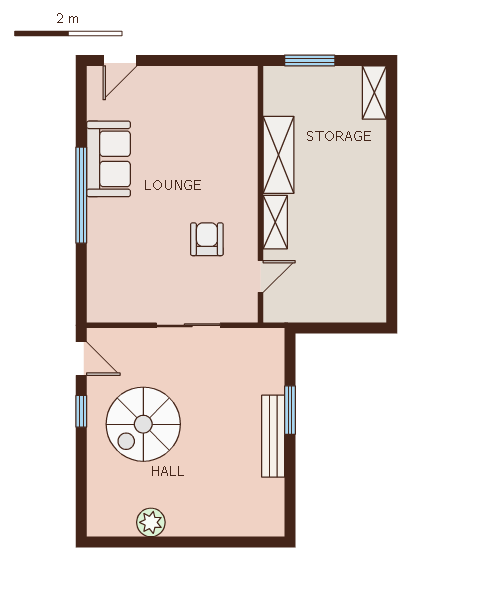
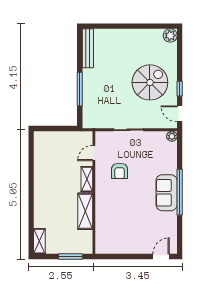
sofa: (108, 159) -> (167, 193), moved
plant: (97, 312) -> (172, 136), added
window: (290, 410) -> (80, 89), width x1.44
bench: (273, 436) -> (88, 48), moved
plant: (151, 522) -> (170, 35), moved

